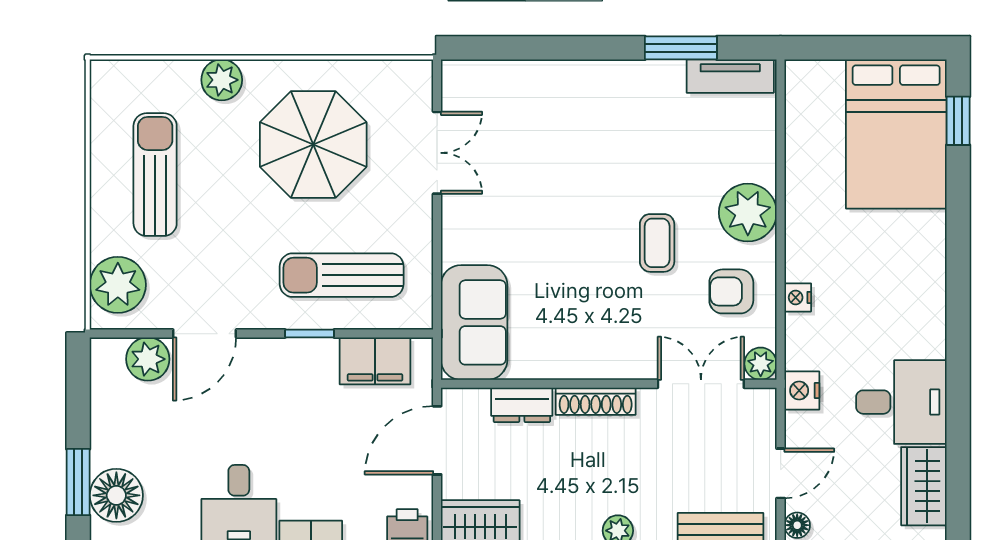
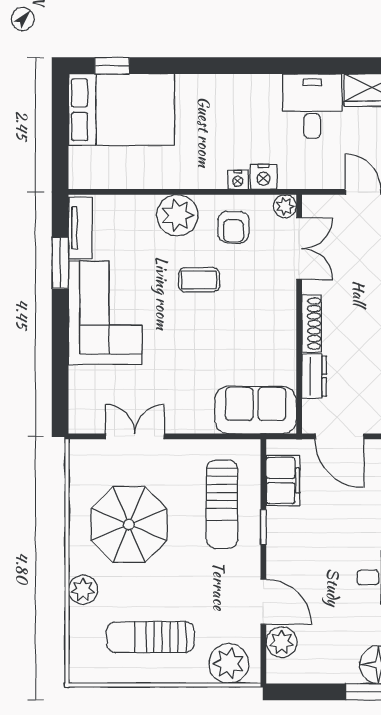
corner sofa: (611, 111) -> (105, 313), added
double door: (701, 384) -> (299, 249), swing flipped
nightstand: (802, 391) -> (264, 177), moved

